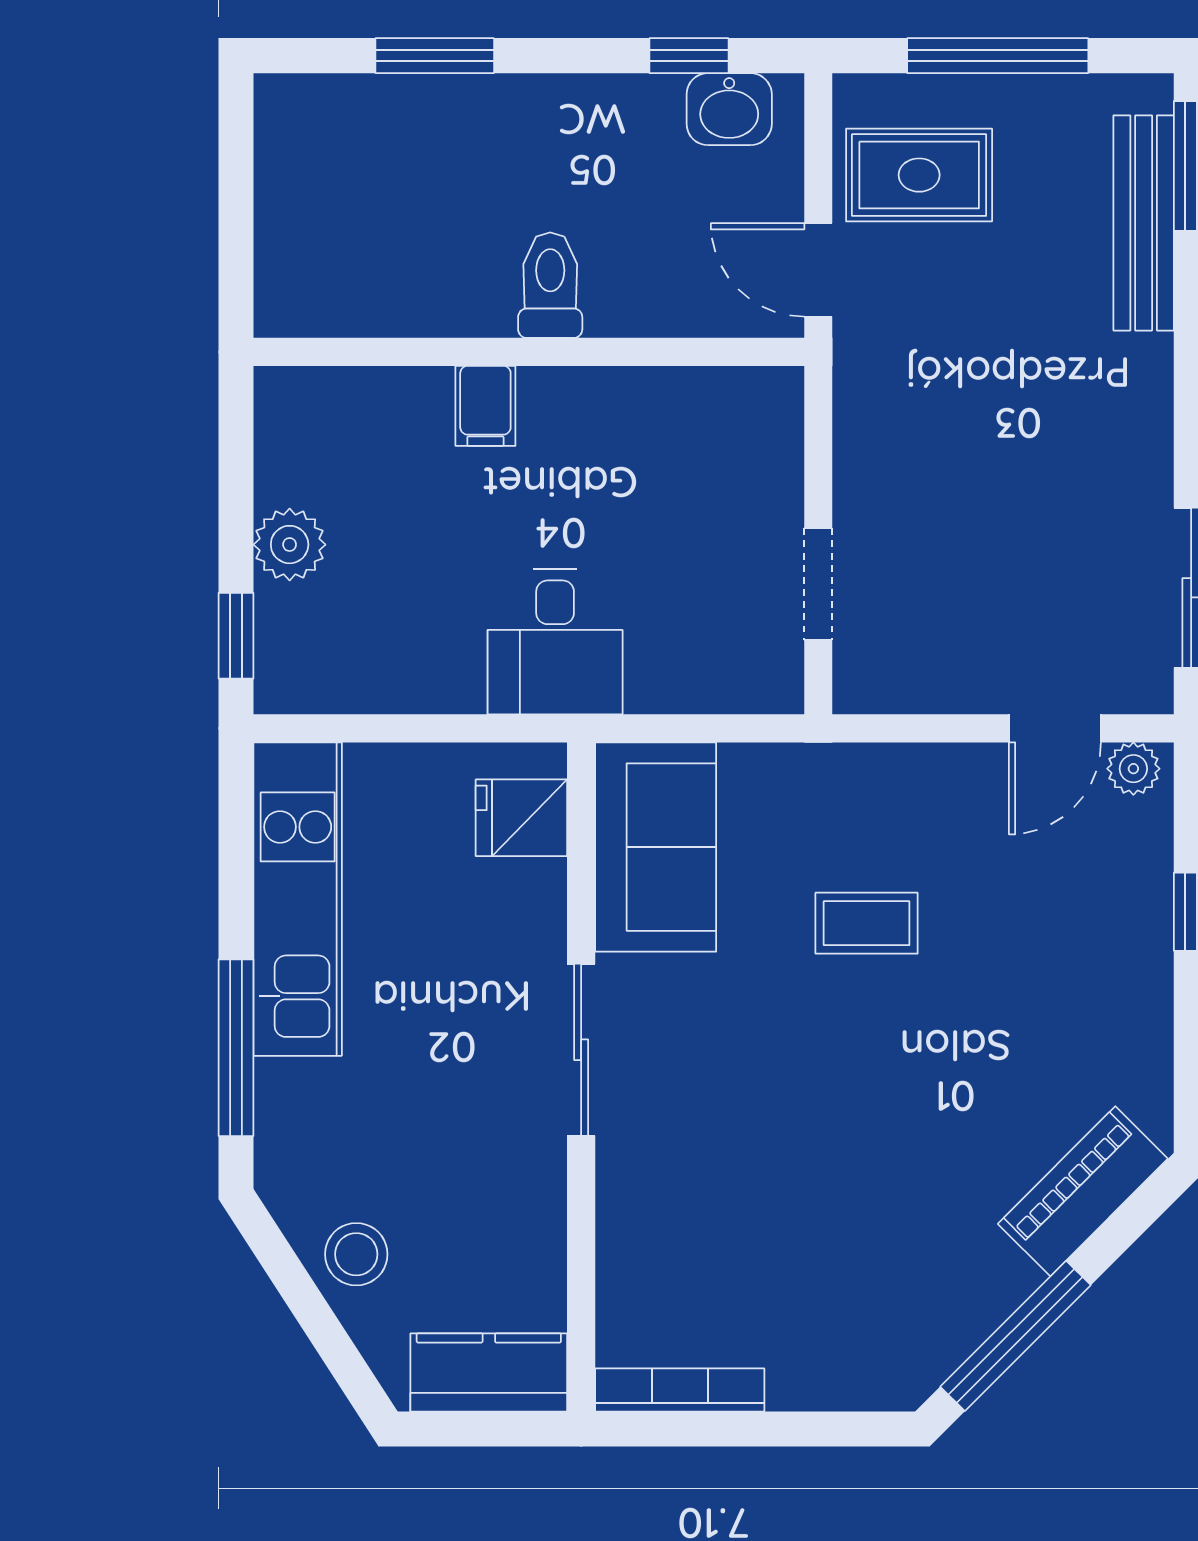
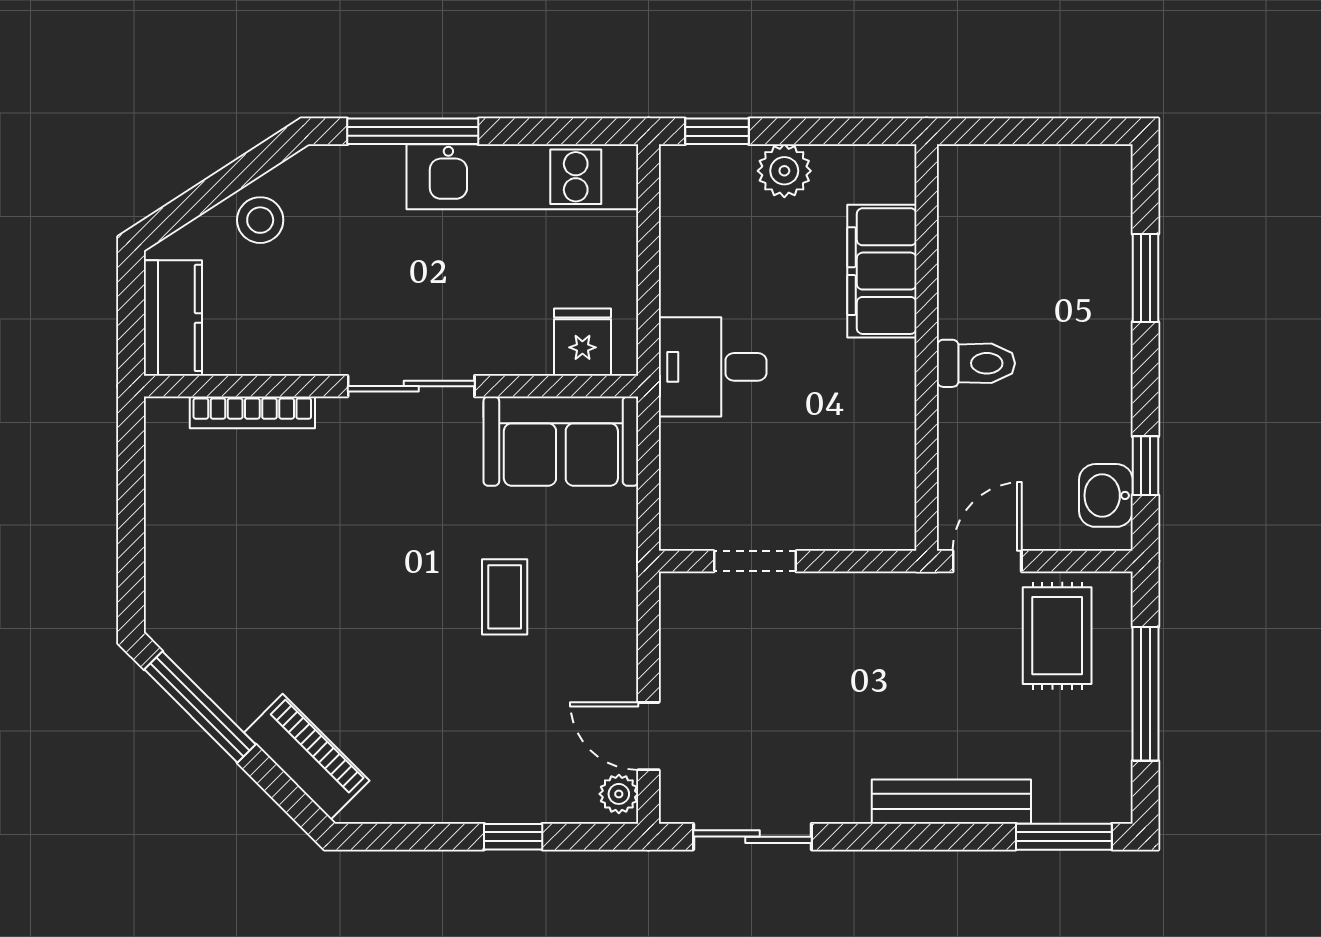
bench: (1144, 223) -> (951, 802), moved
filing cabinet: (485, 406) -> (882, 271), width x3.00, depth x1.17
bookcase: (680, 1390) -> (252, 412), moved, turned 90

